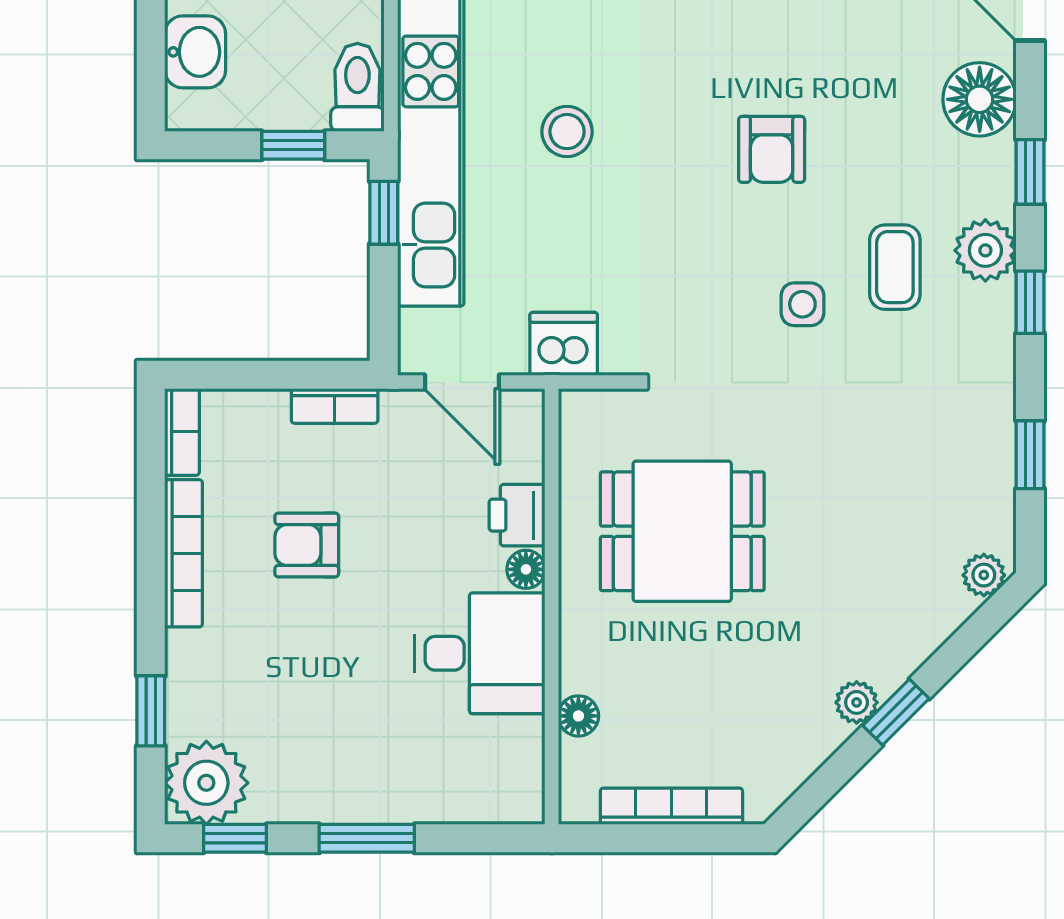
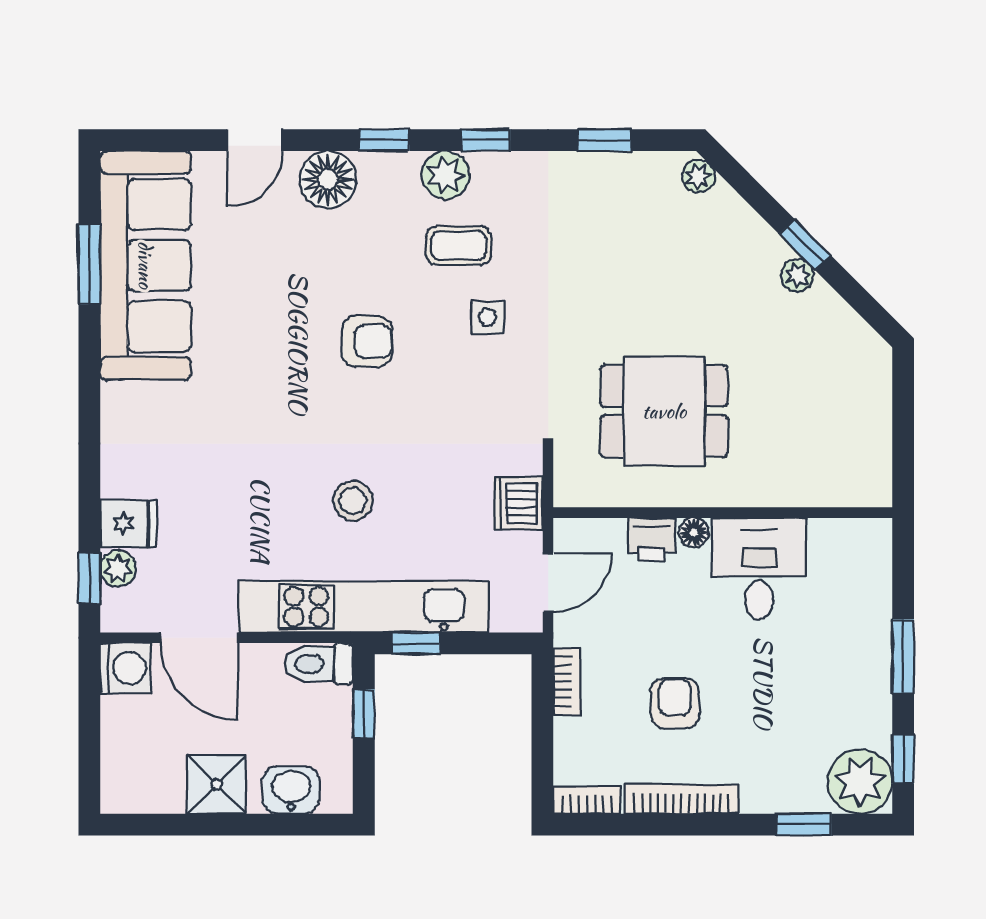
dining table: (682, 531) -> (664, 411), turned 90
armchair: (307, 545) -> (675, 703), turned 180
floor lamp: (578, 716) -> (808, 492), removed
bookcase: (671, 806) -> (878, 419), removed

